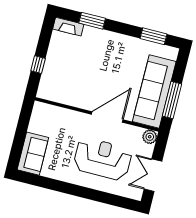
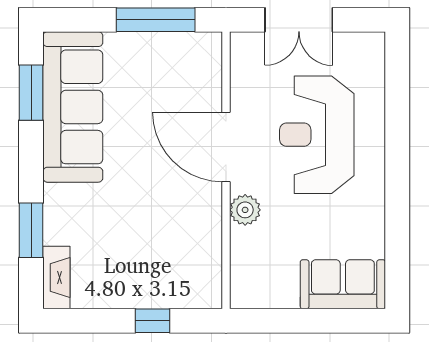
sofa: (154, 91) -> (73, 107), moved, turned -90
plant: (150, 137) -> (245, 210), moved
double door: (153, 175) -> (299, 20), moved

